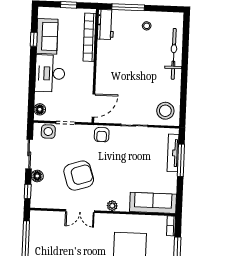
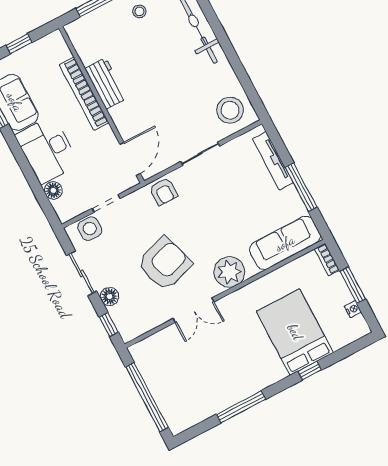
workbench: (106, 25) -> (106, 83), moved
bookcase: (89, 37) -> (84, 94), moved
floor lamp: (40, 109) -> (53, 190), moved
window: (181, 160) -> (301, 187), moved
plant: (112, 206) -> (229, 272), width x1.87, depth x1.87

